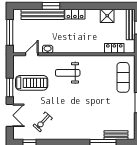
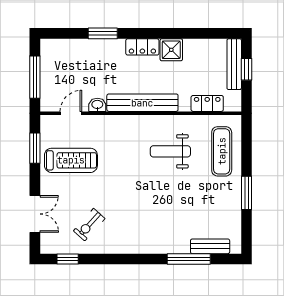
bench: (43, 14) -> (142, 103), moved
shower: (107, 16) -> (171, 50), moved
weight bench: (68, 73) -> (170, 151), moved
window: (10, 88) -> (35, 148), moved

